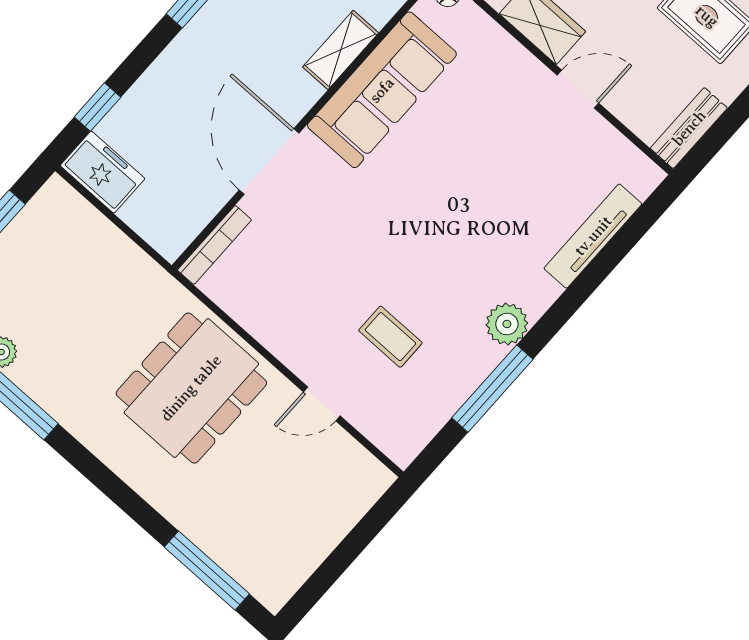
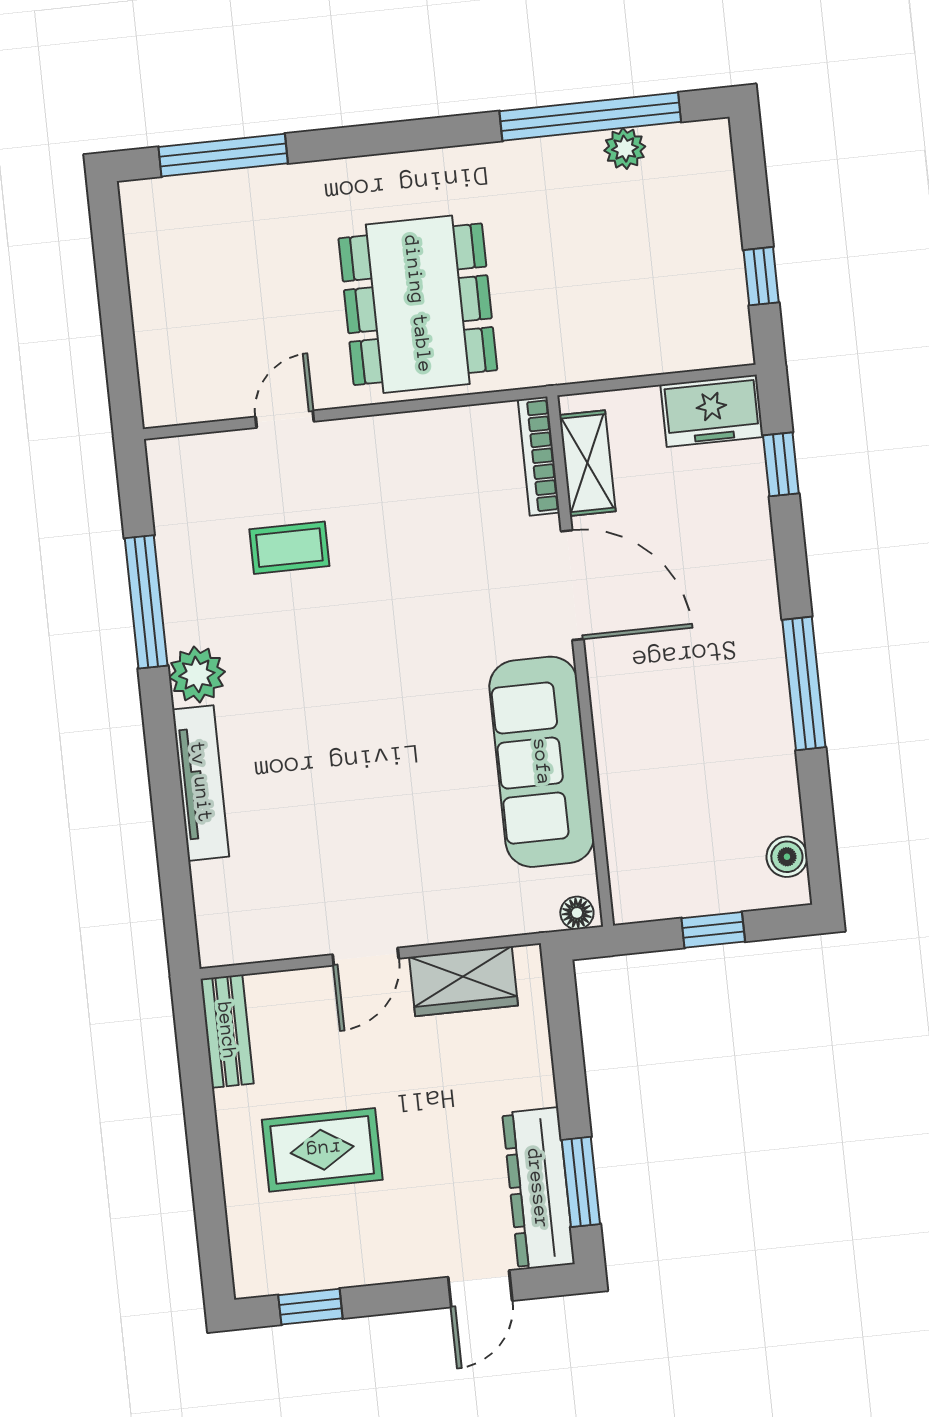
shelving: (341, 50) -> (587, 463), moved
tv unit: (593, 236) -> (201, 783), moved

